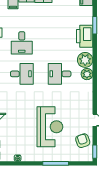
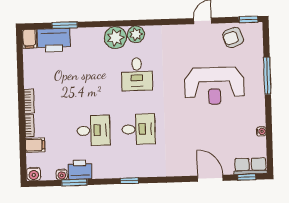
printer: (85, 36) -> (54, 40), moved
desk: (22, 74) -> (139, 129), turned 90
reception desk: (50, 127) -> (214, 86), turned 180

